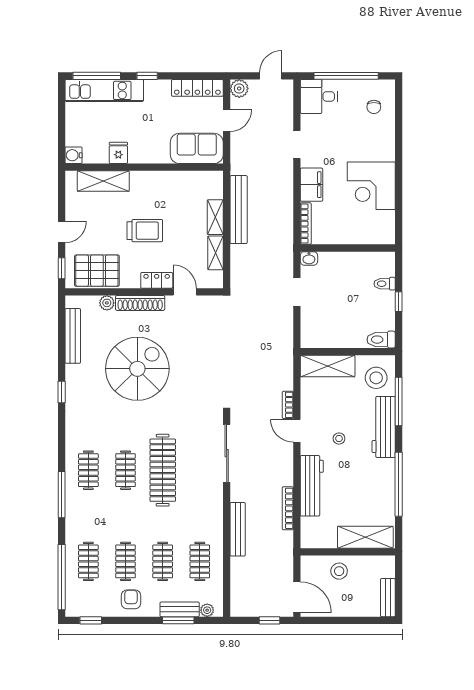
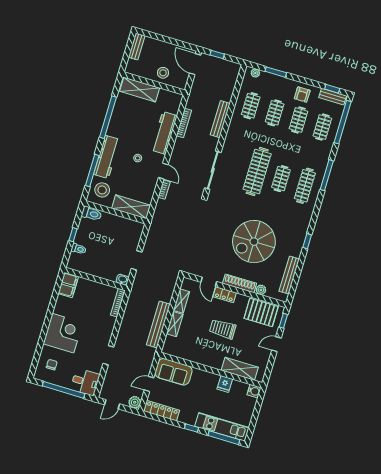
filing cabinet: (311, 185) -> (68, 285), moved, turned 180
corner desk: (371, 186) -> (63, 333), moved
clothes rail: (88, 470) -> (305, 186), width x1.36
bench: (180, 609) -> (333, 97), moved

